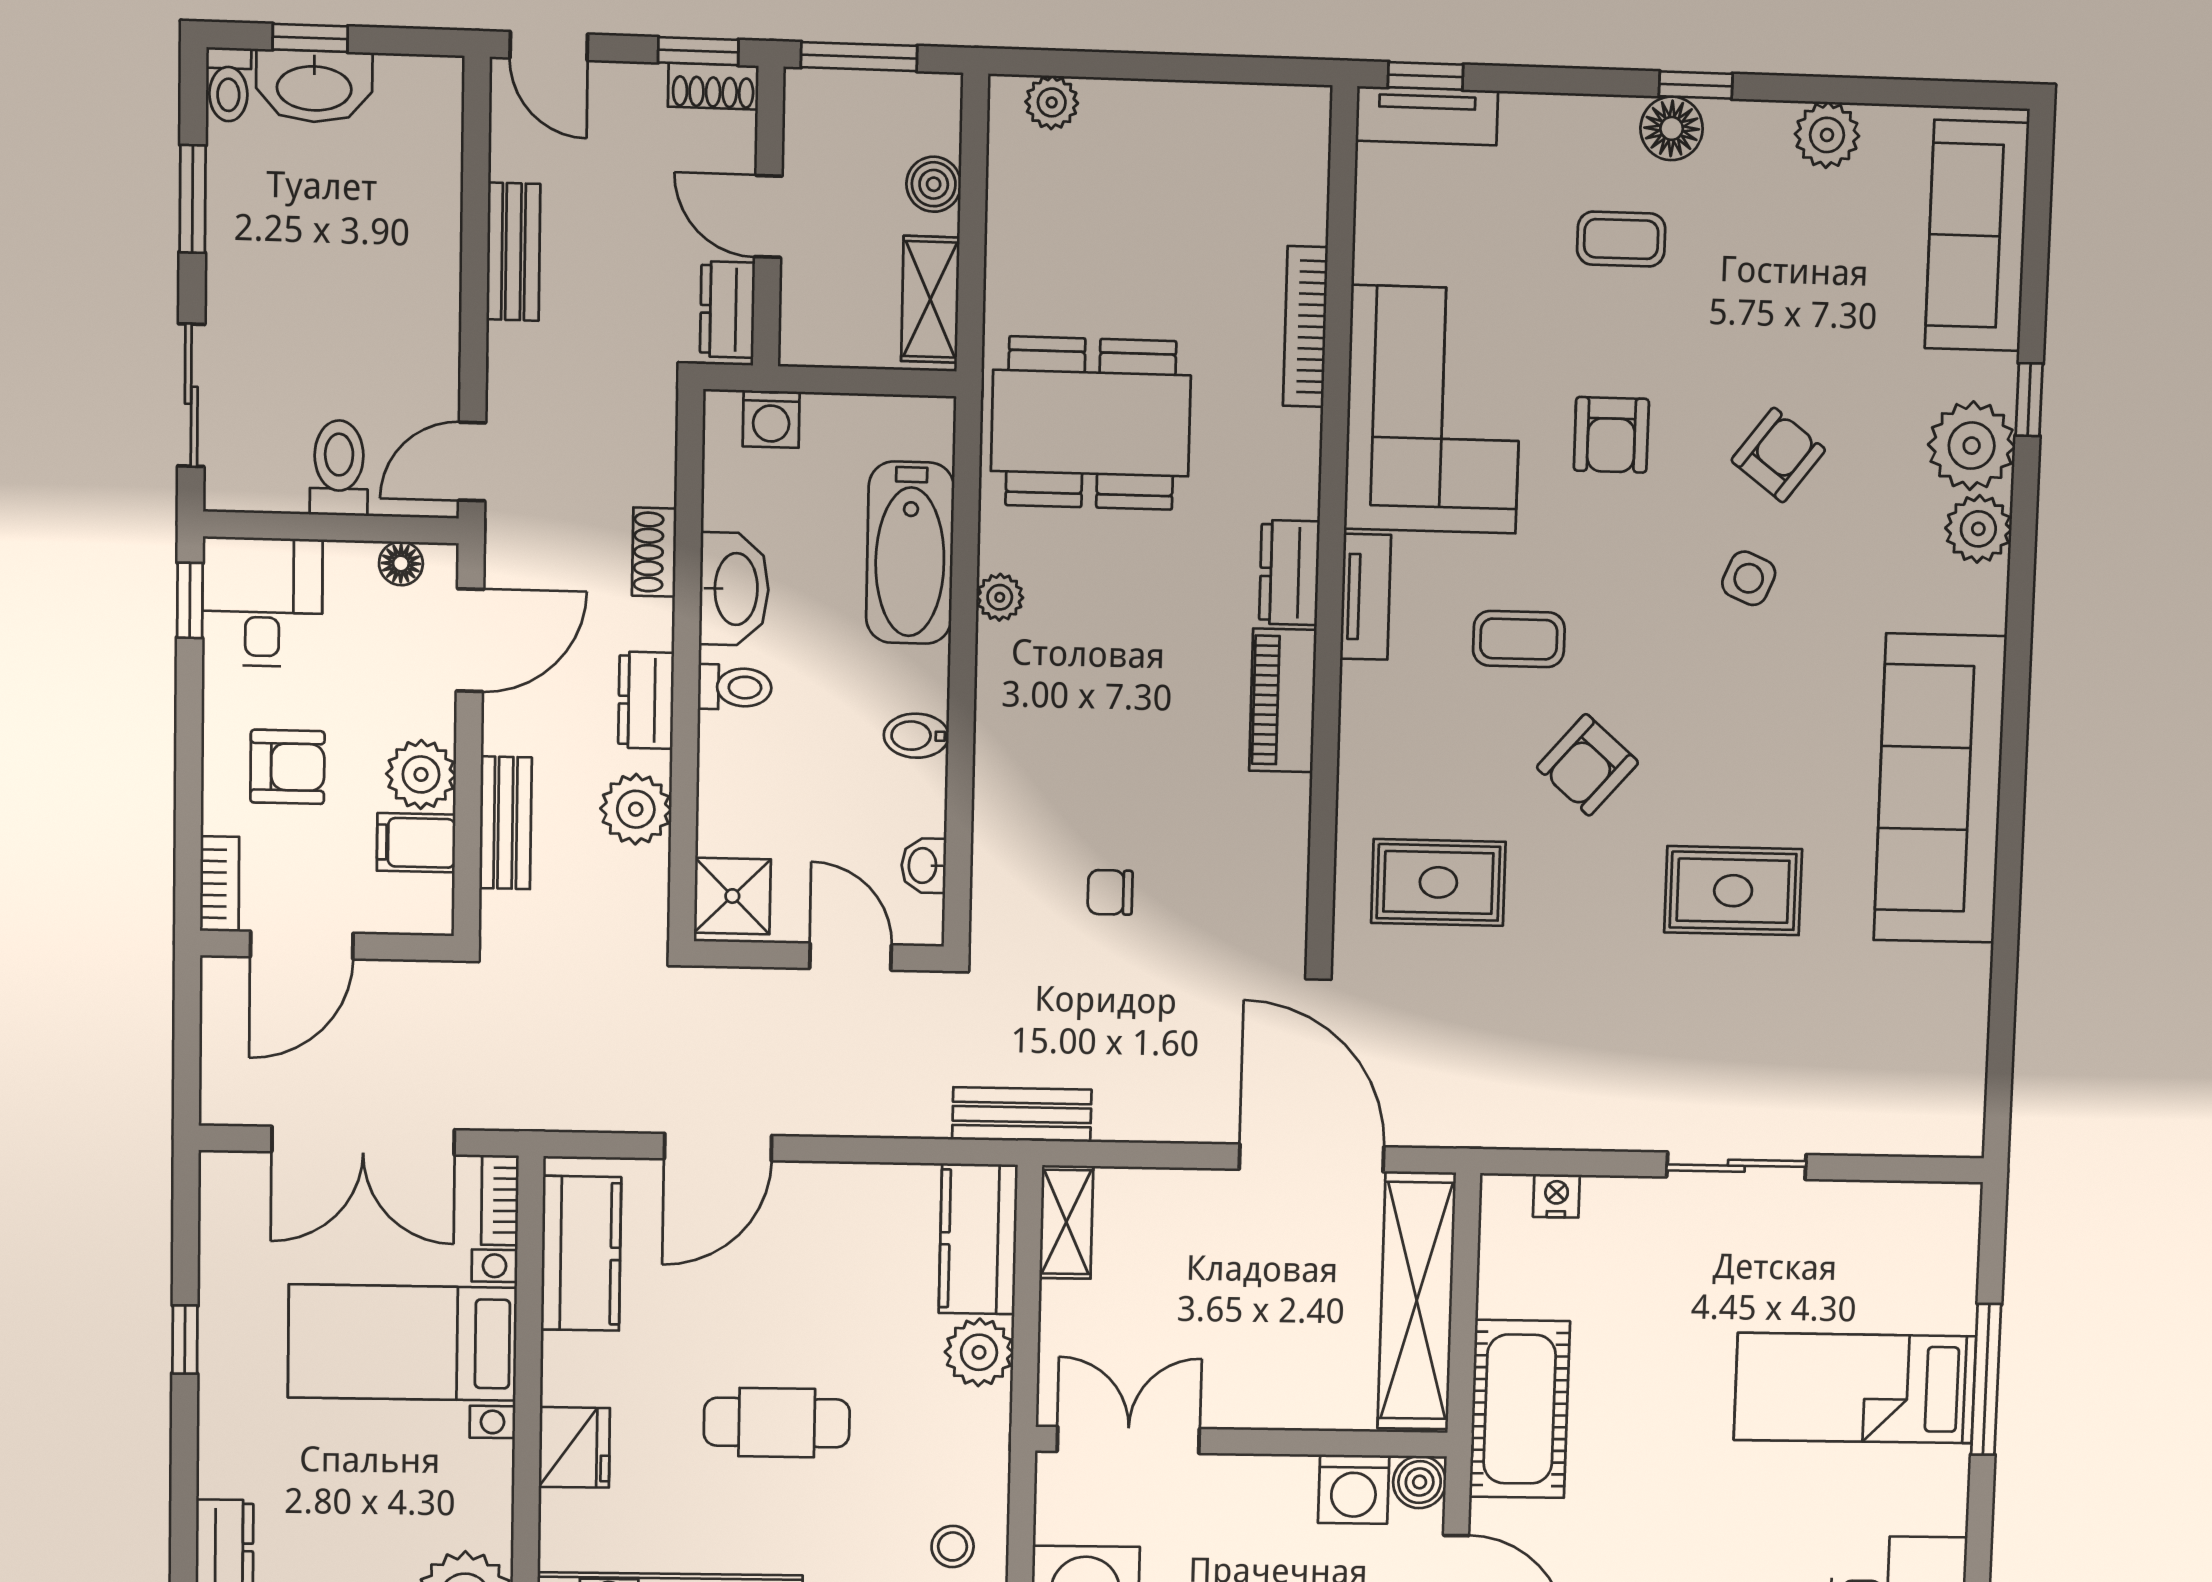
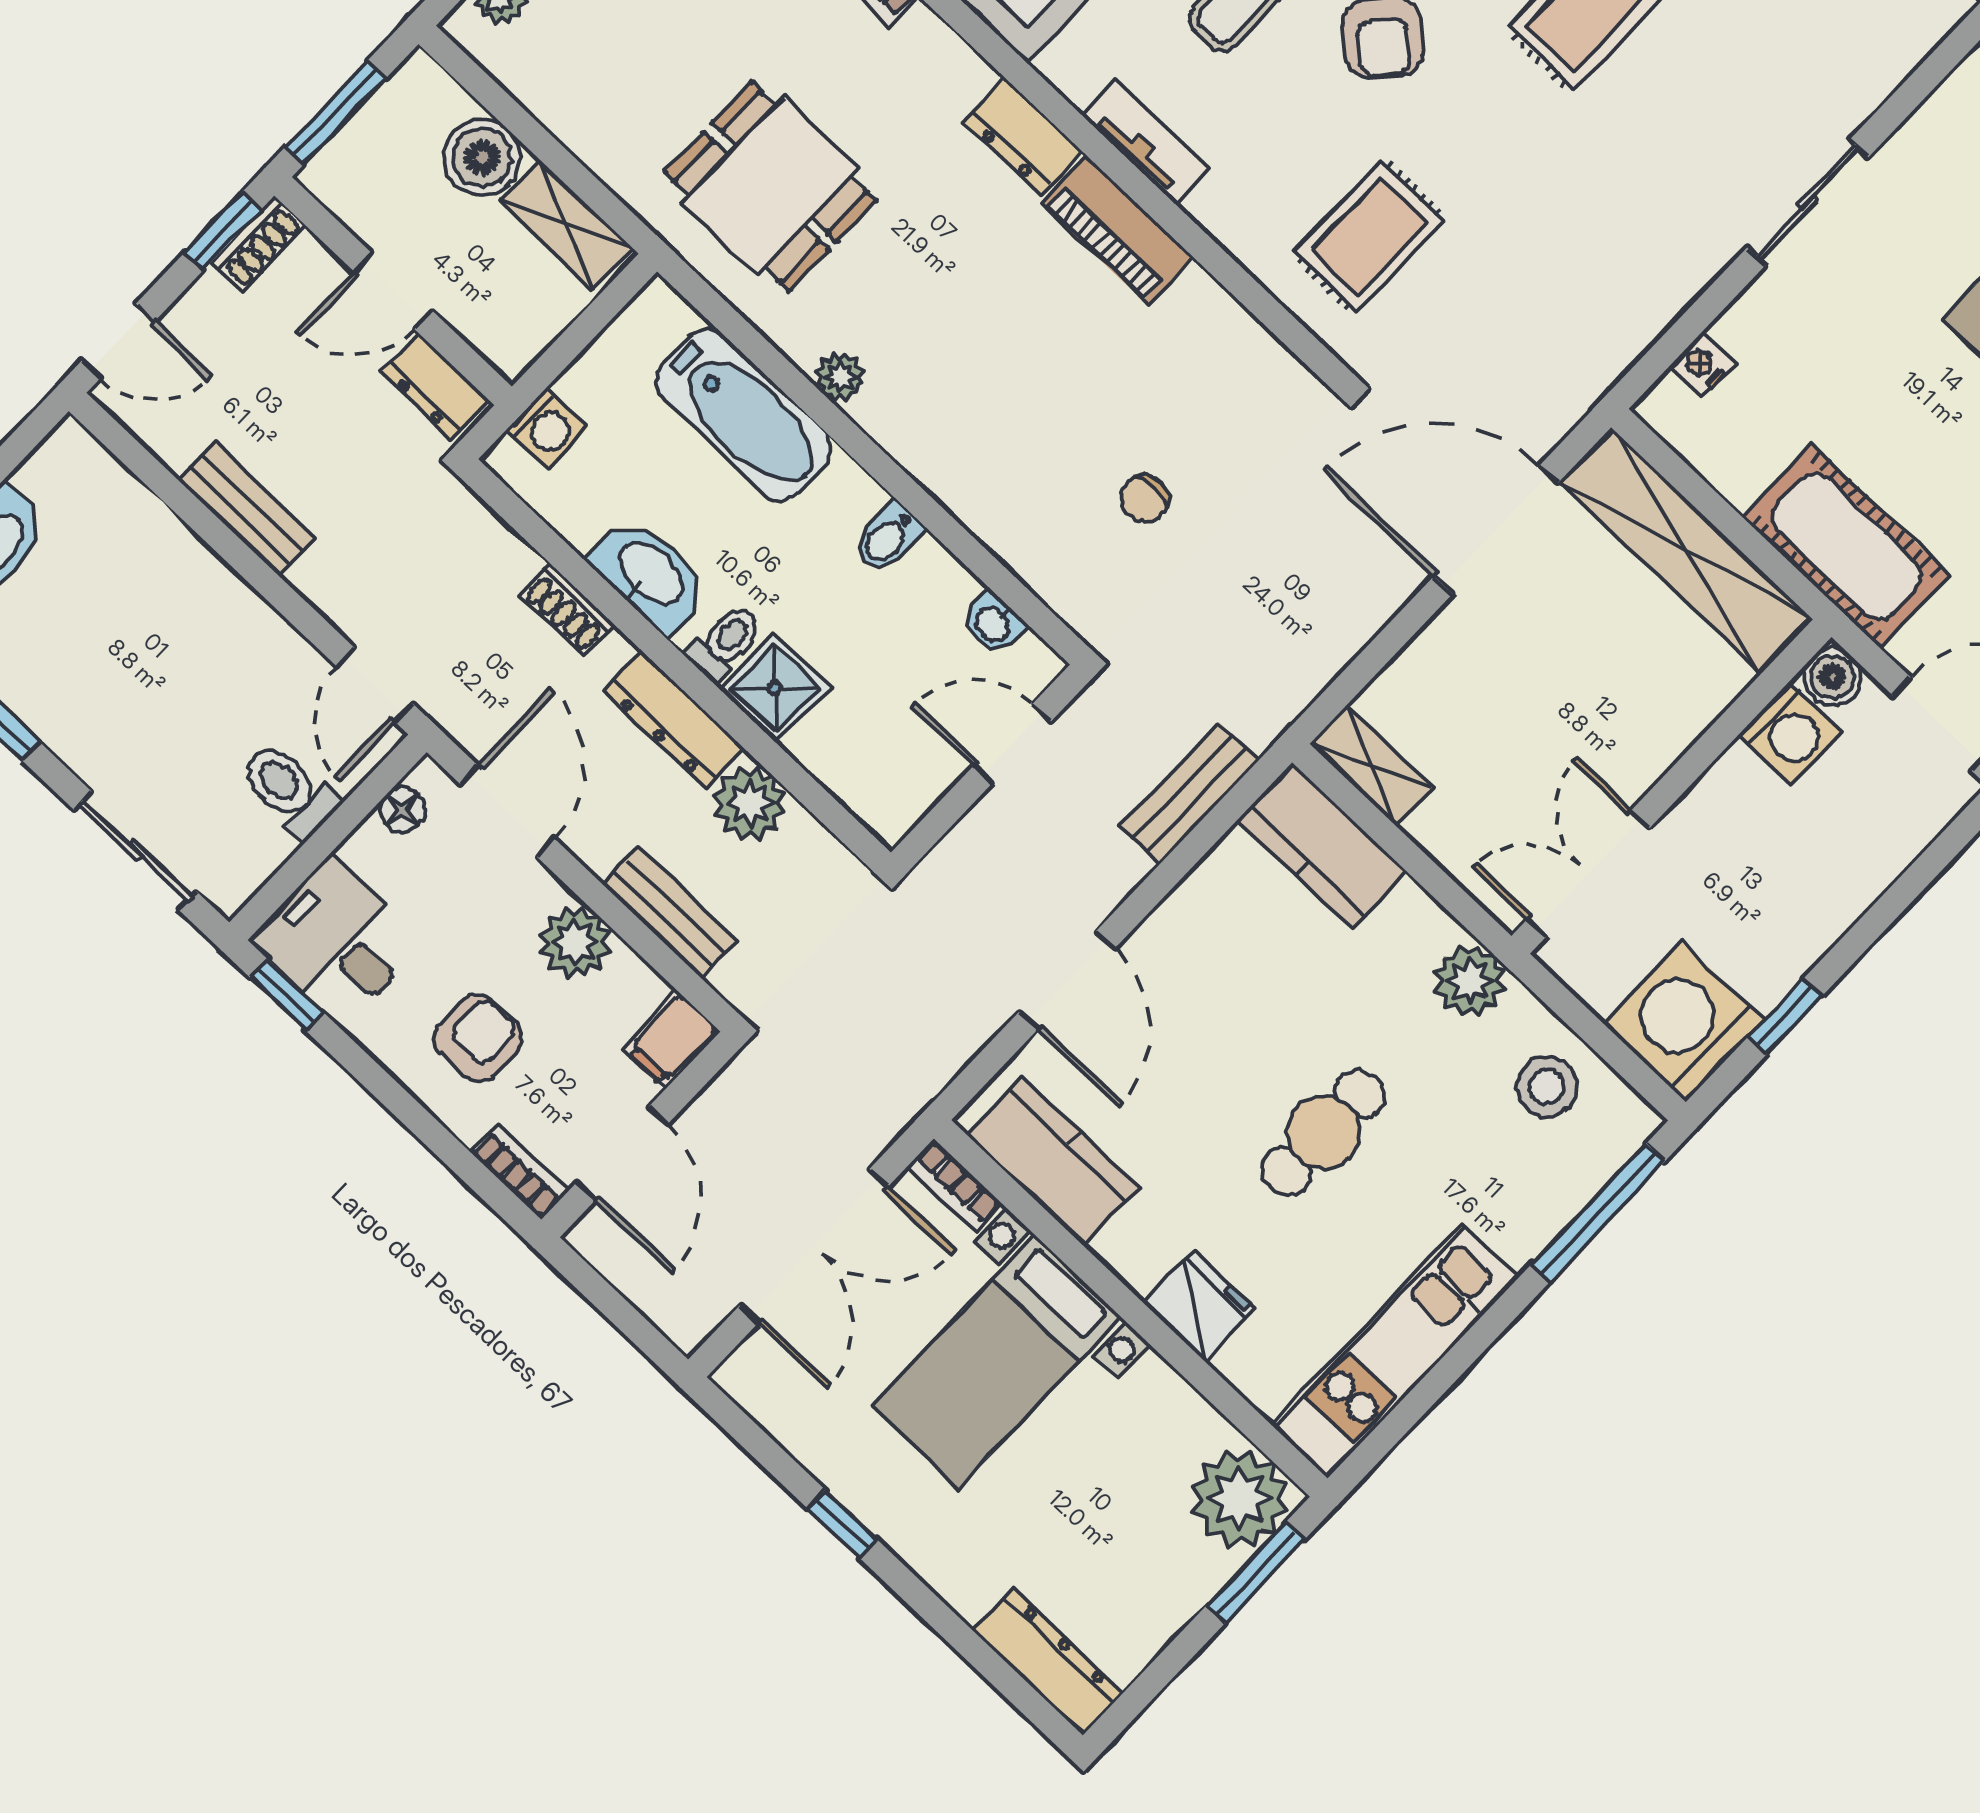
boiler: (934, 184) -> (482, 157), width x1.36, depth x1.36
dining table: (1091, 423) -> (770, 186), width x0.73
tv unit: (1366, 597) -> (1146, 142), moved
dresser: (646, 700) -> (674, 719), width x1.44
filing cabinet: (416, 843) -> (671, 1040), moved
shower: (732, 896) -> (775, 688), moved
bench: (1022, 1115) -> (1189, 794), moved
plant: (979, 1352) -> (1470, 981), moved
stool: (953, 1546) -> (1547, 1087), width x1.37, depth x1.37

